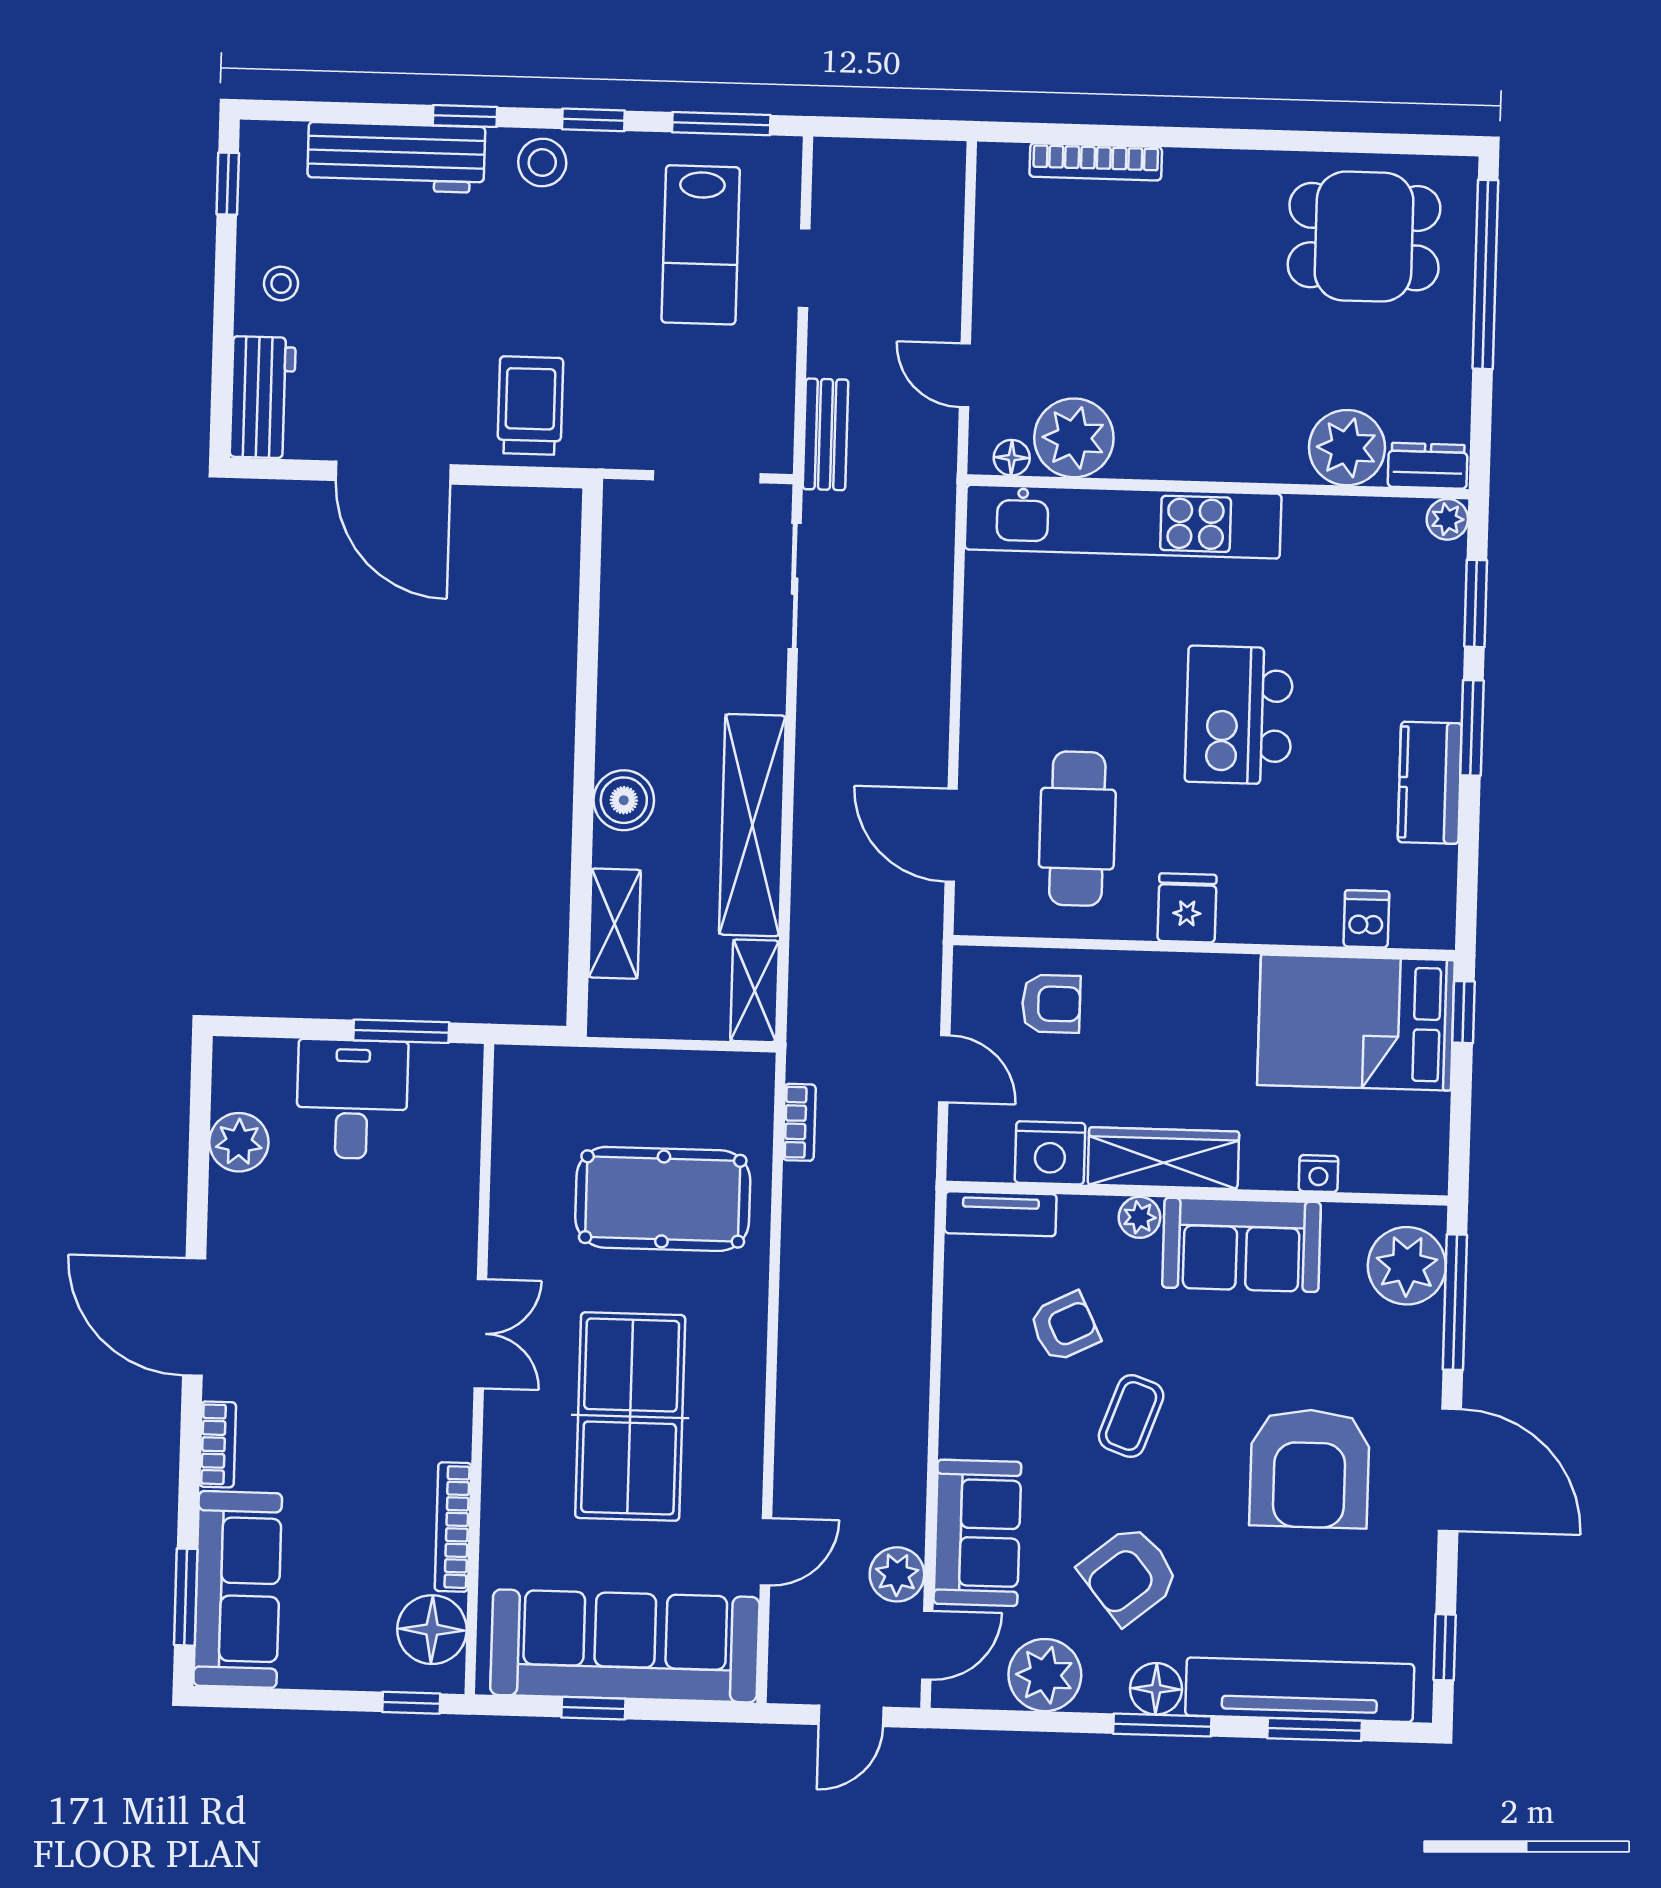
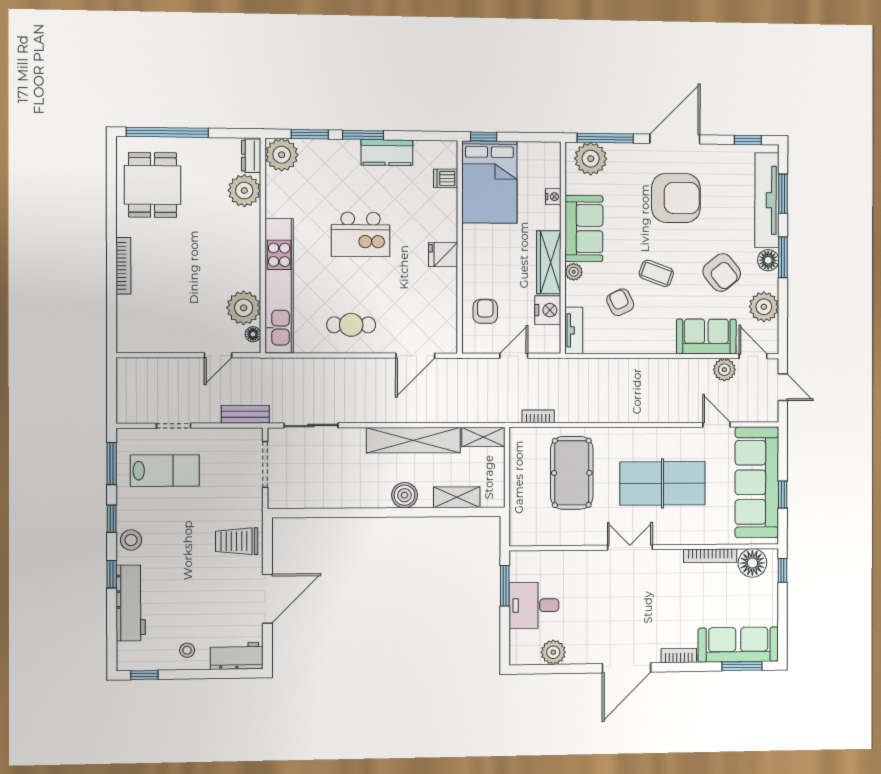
bookcase: (1096, 162) -> (123, 266), moved
plant: (1447, 519) -> (282, 155), width x1.87, depth x1.87
cafe table: (1077, 829) -> (351, 325), moved, width x0.73, depth x0.74

